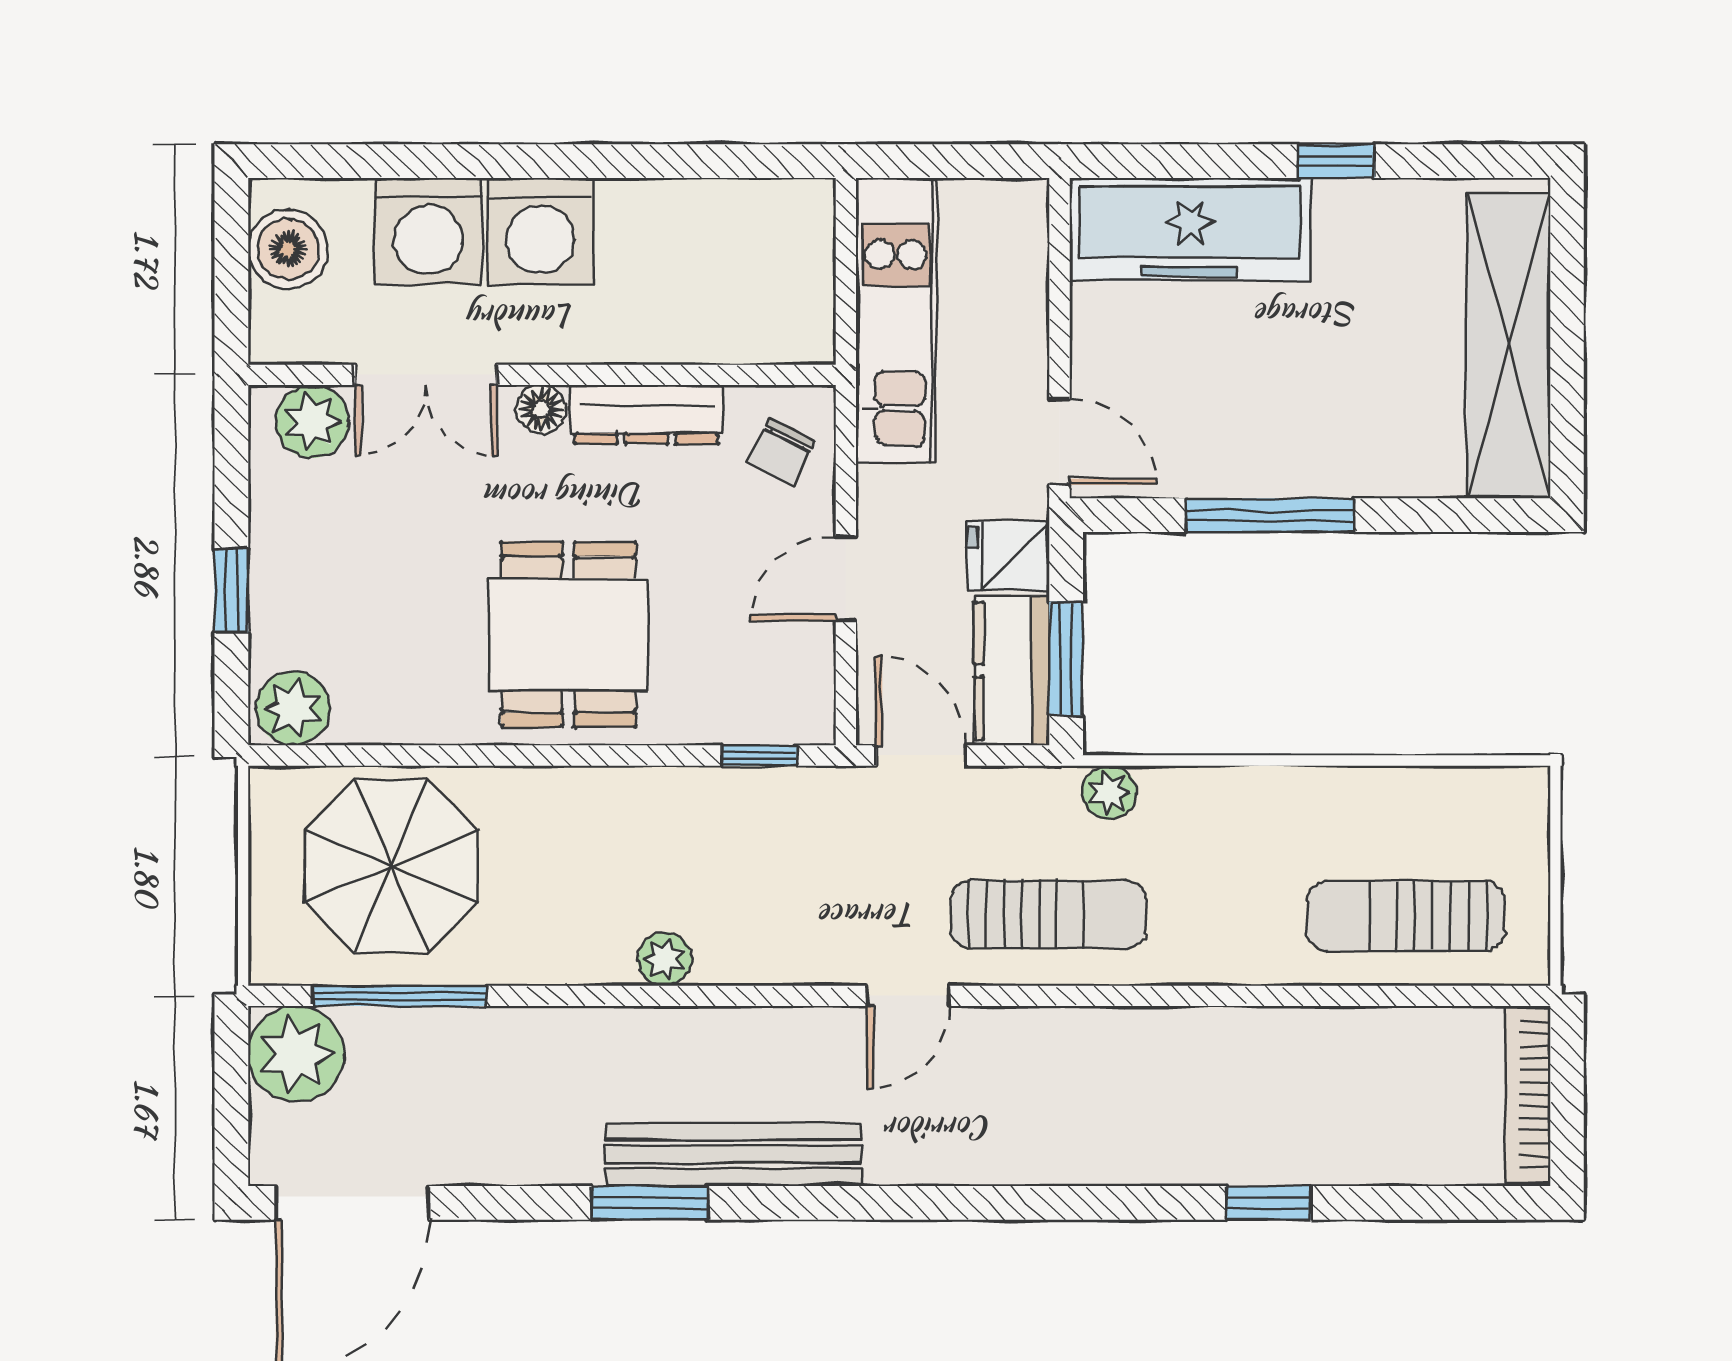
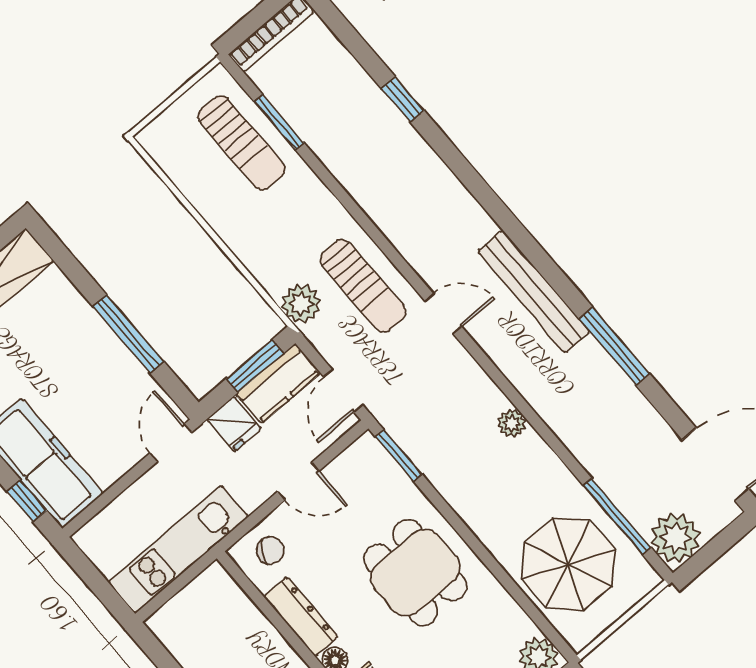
window: (1154, 161) -> (27, 501), added
dining table: (568, 634) -> (415, 573), turned 90
window: (759, 755) -> (398, 455), width x1.50
plant: (1109, 793) -> (301, 304), width x1.38, depth x1.38
sun lounger: (1048, 914) -> (363, 286), turned 180
window: (1389, 996) -> (279, 122), added
bench: (733, 1154) -> (534, 292), moved
window: (650, 1203) -> (614, 346), width x1.44

